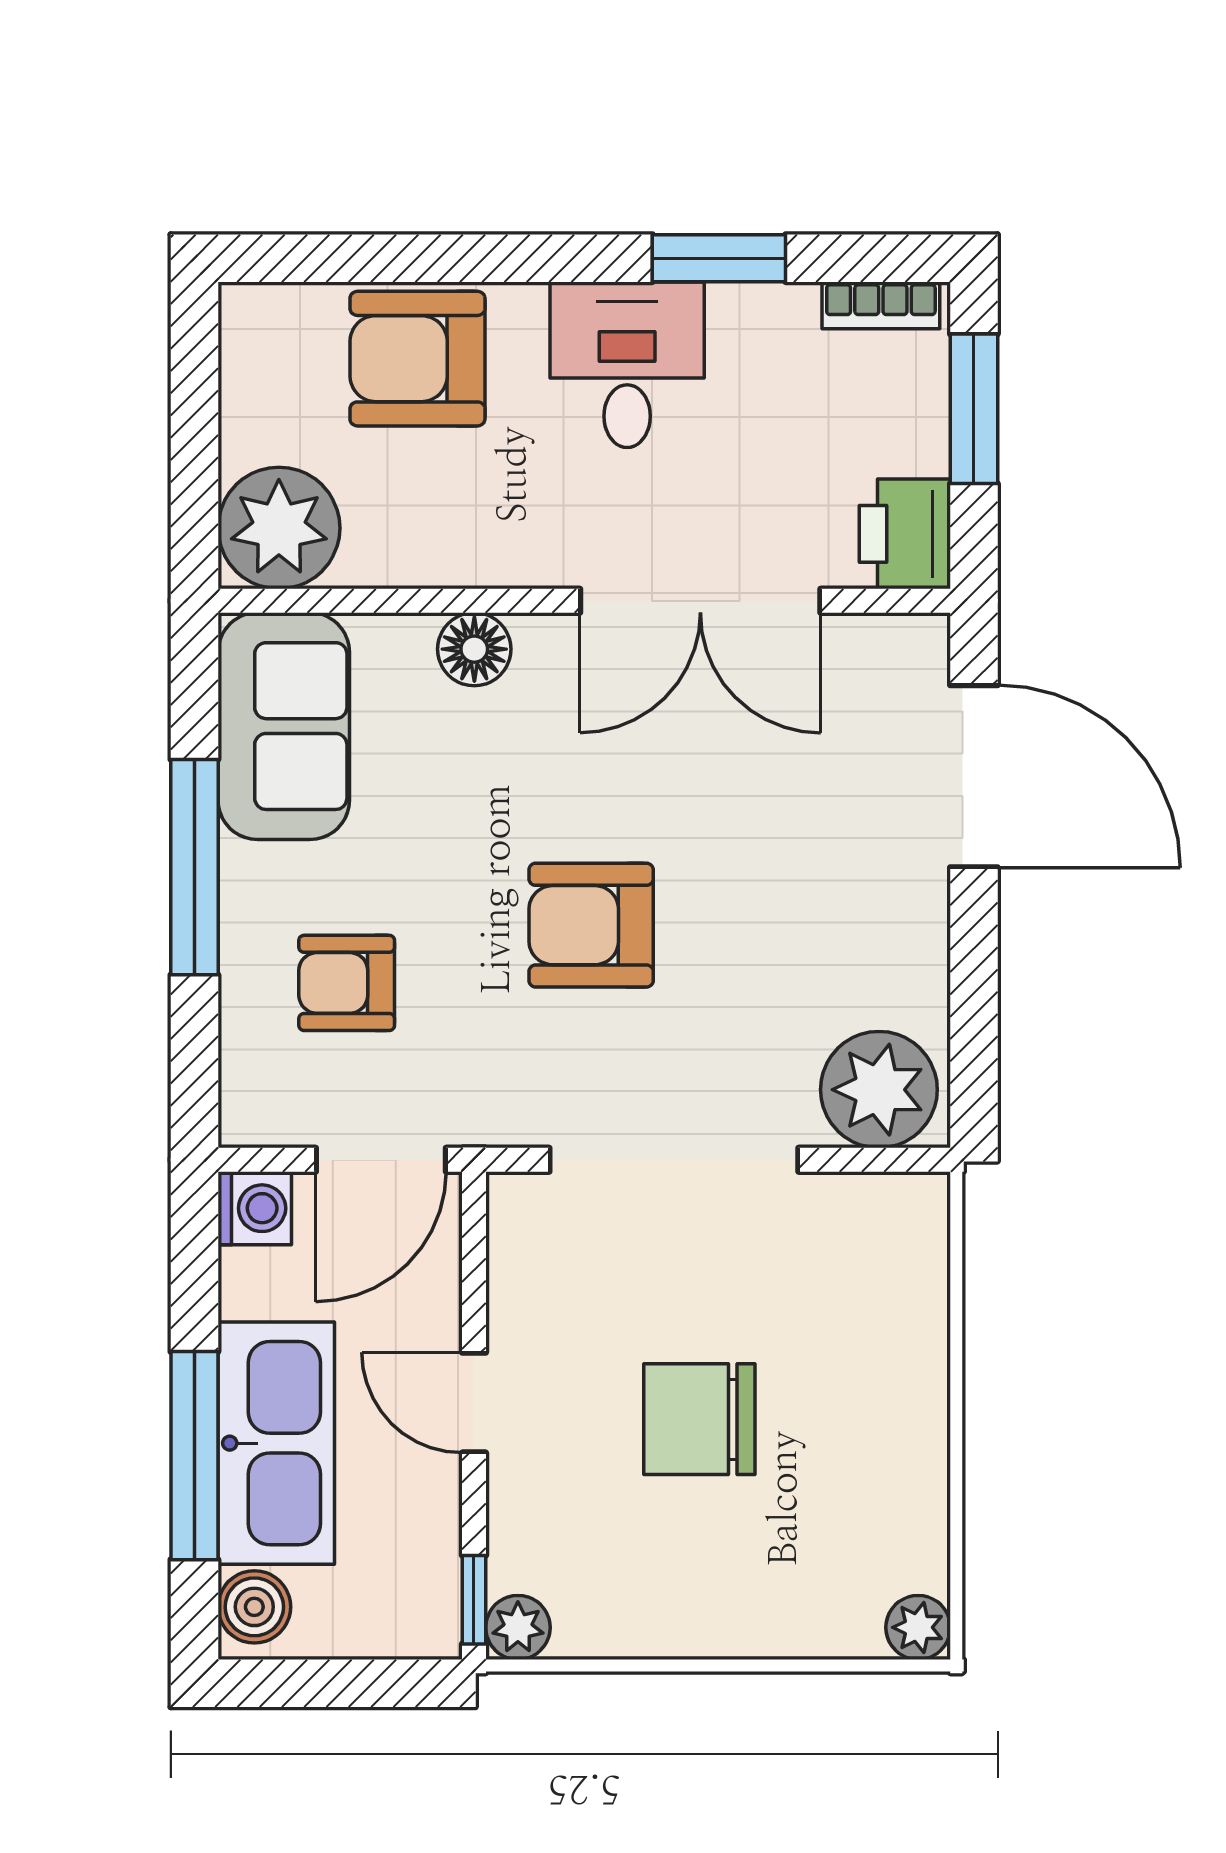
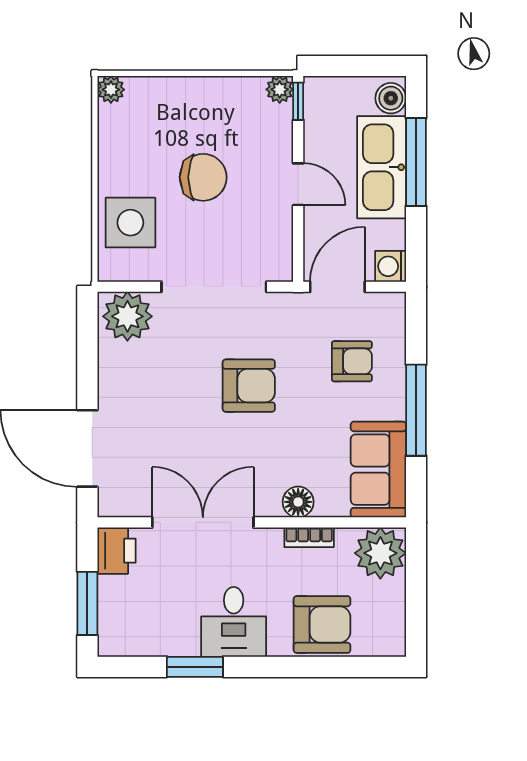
bookcase: (881, 305) -> (309, 537), moved, turned 180
side table: (872, 1312) -> (130, 223), added

